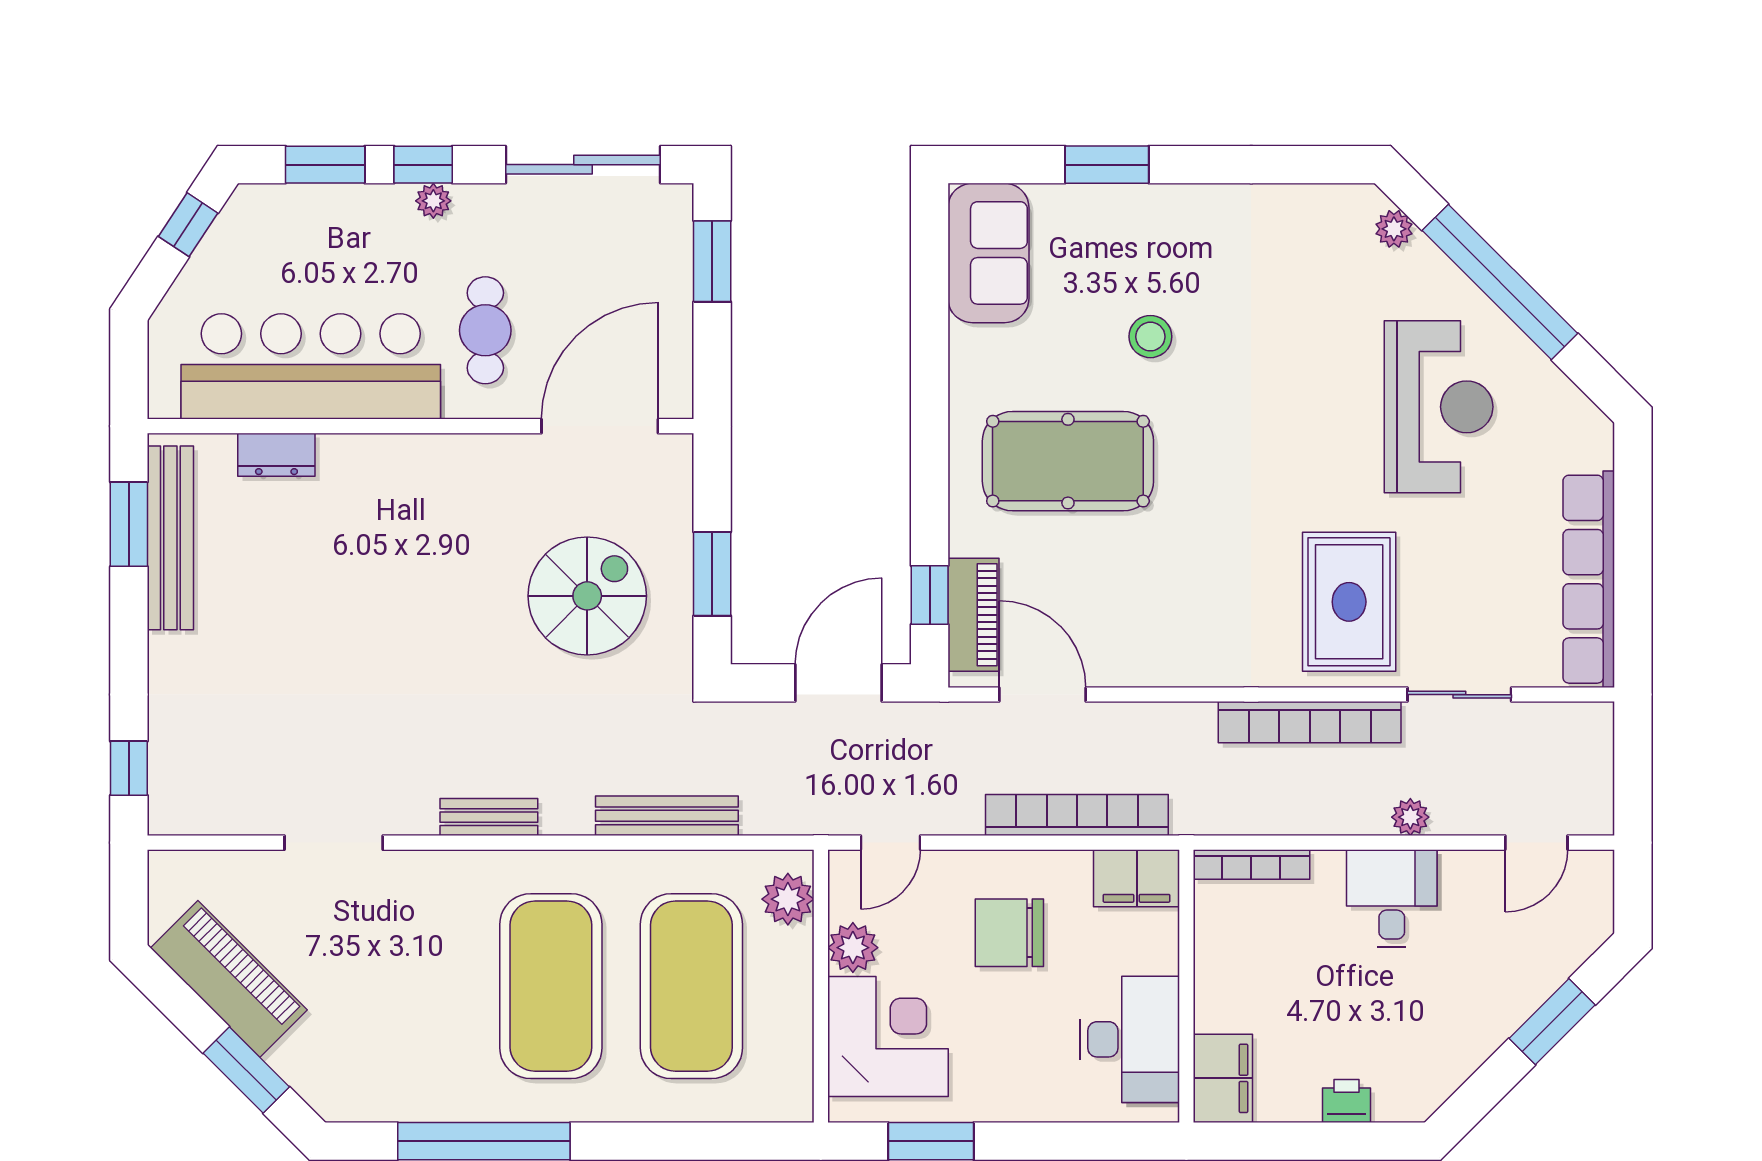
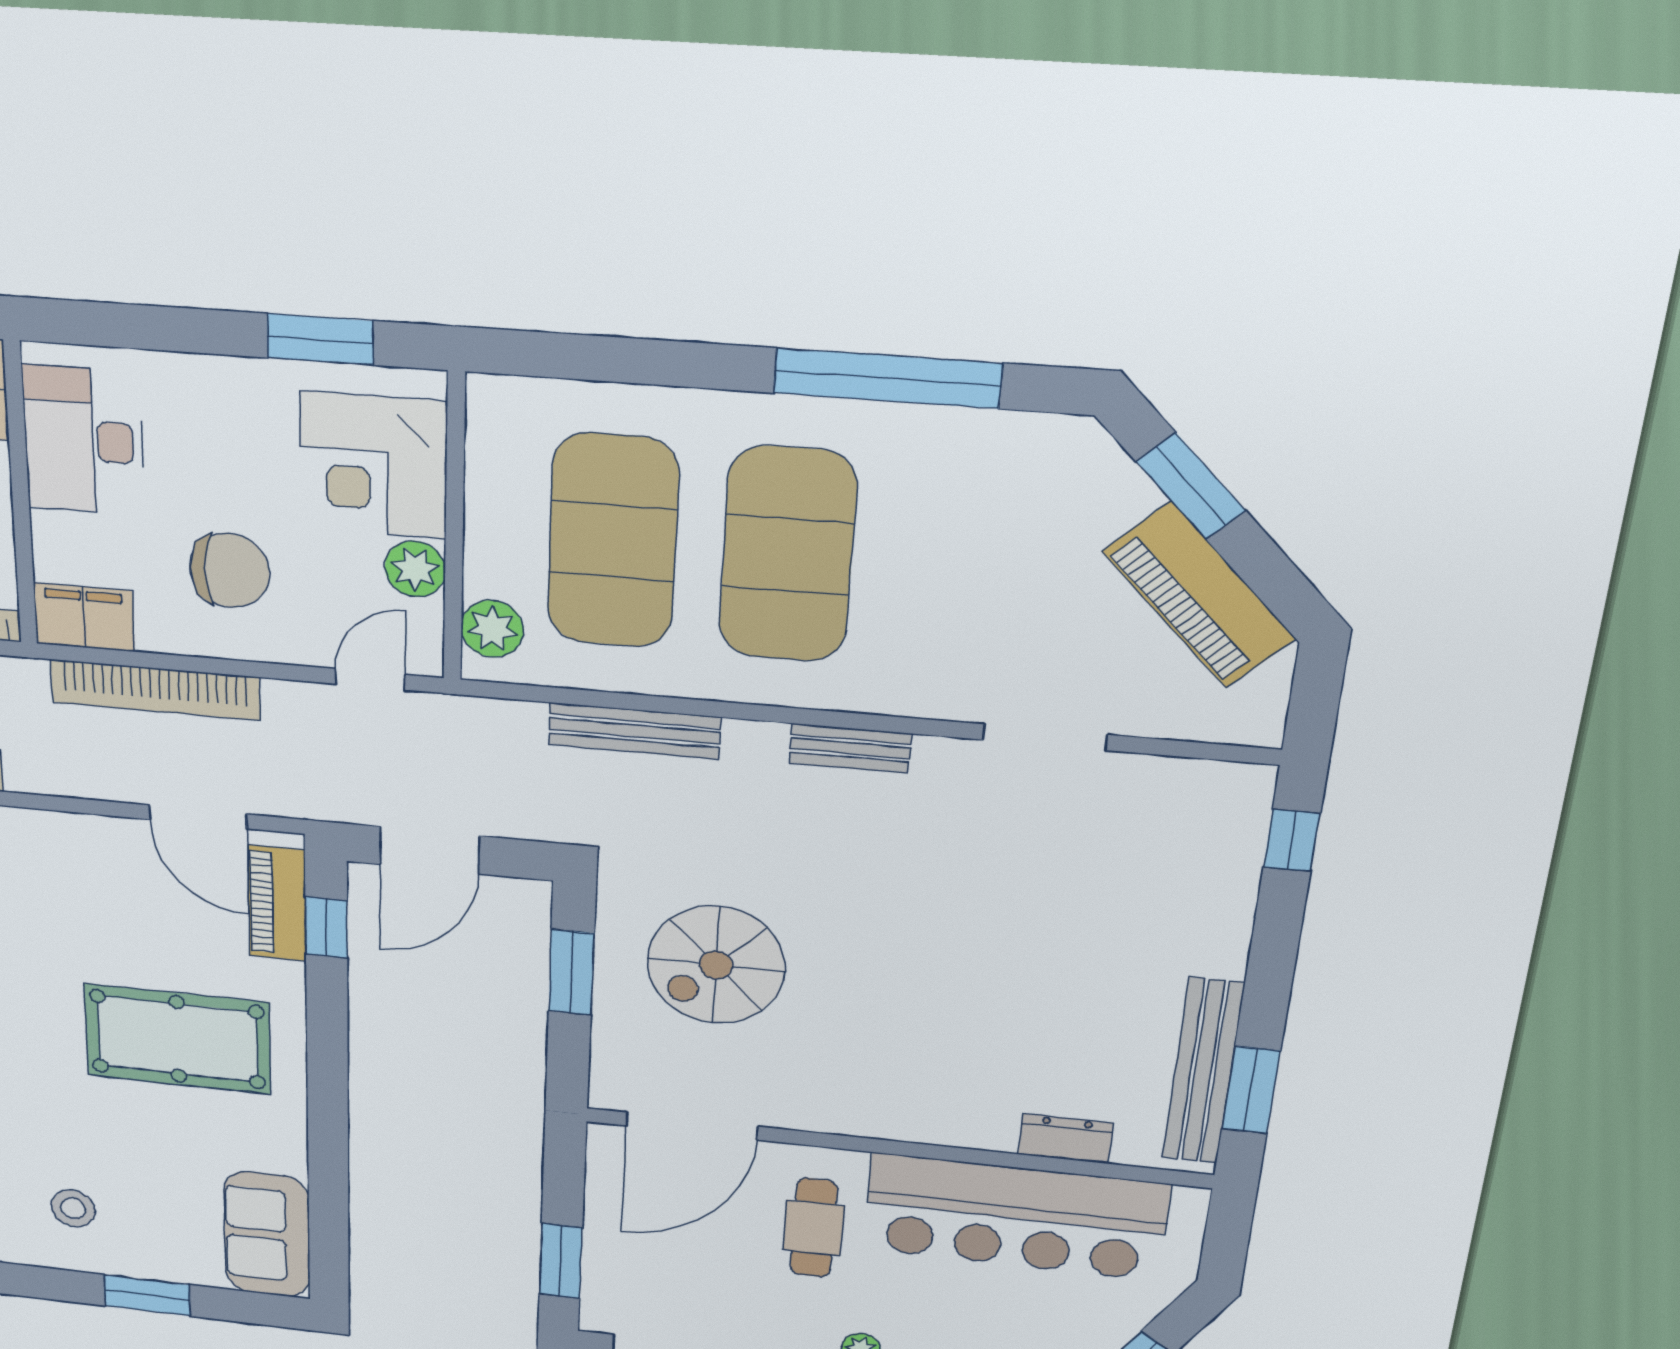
stool: (1150, 337) -> (73, 1208), moved

